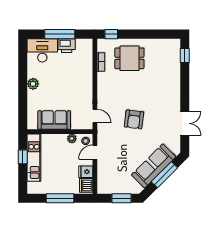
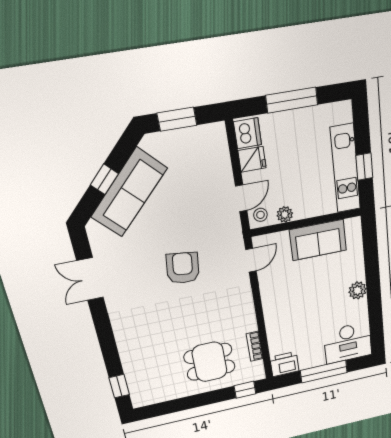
printer: (67, 46) -> (284, 364), moved
door: (95, 116) -> (251, 260), swing flipped
window: (164, 175) -> (104, 179), width x0.46

